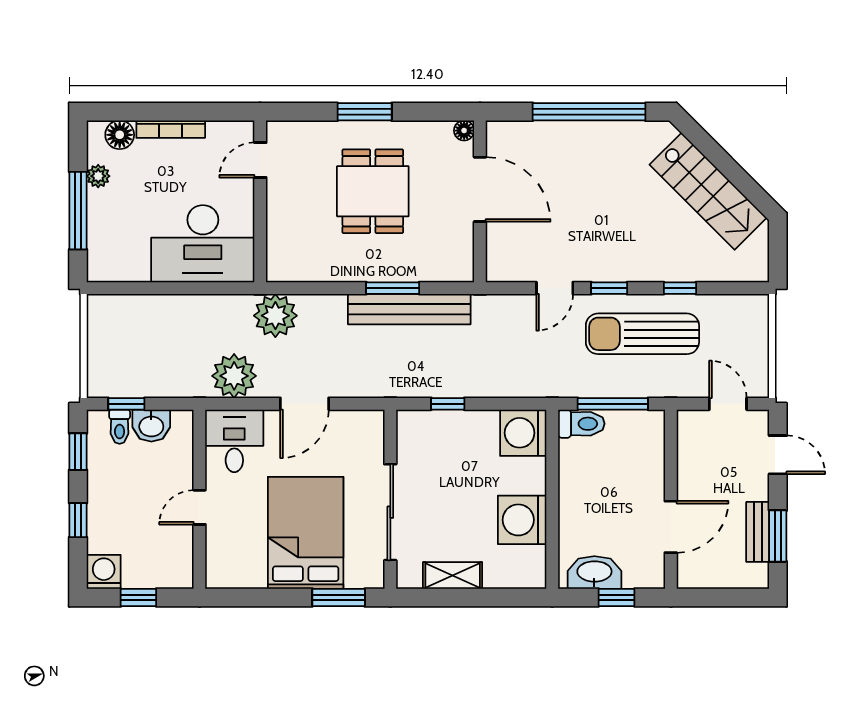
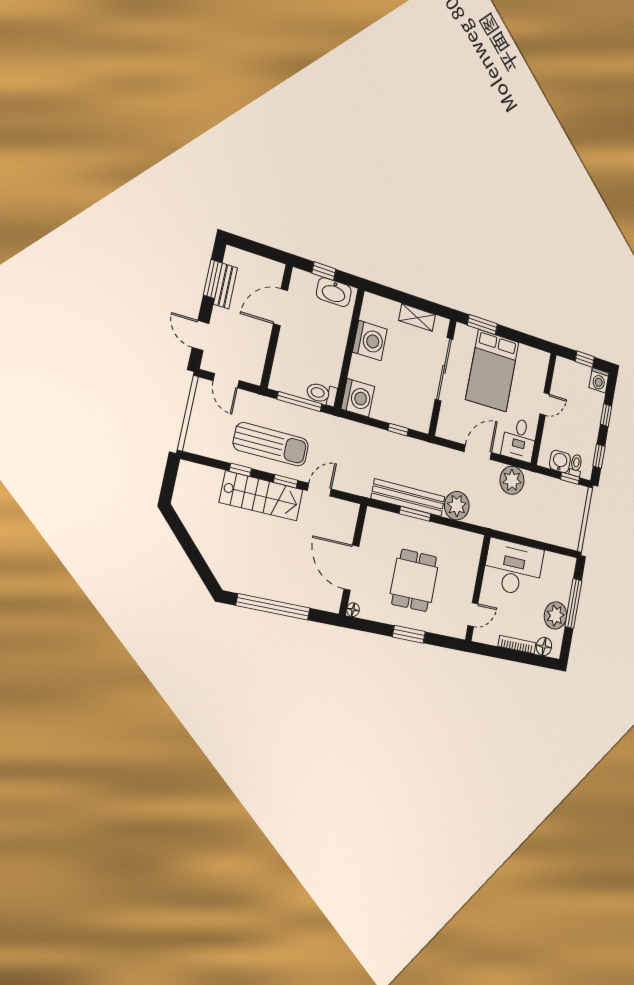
plant: (98, 176) -> (555, 615), width x1.88, depth x1.88
stairs: (708, 191) -> (261, 496), moved, turned 135
plant: (275, 316) -> (457, 506), moved

